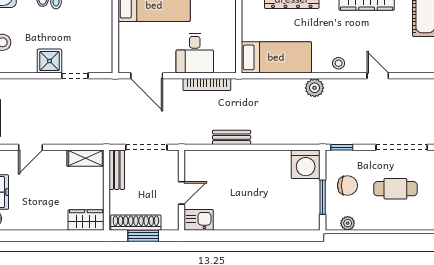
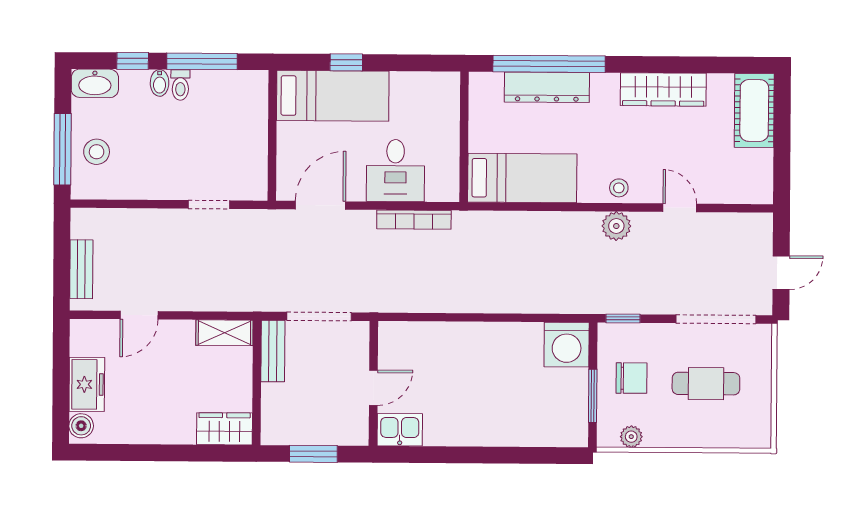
shower: (49, 61) -> (170, 181), removed
door: (147, 76) -> (320, 205), swing flipped
plant: (315, 88) -> (616, 226), moved
bench: (232, 137) -> (452, 302), removed
shoe rack: (136, 223) -> (302, 433), removed

